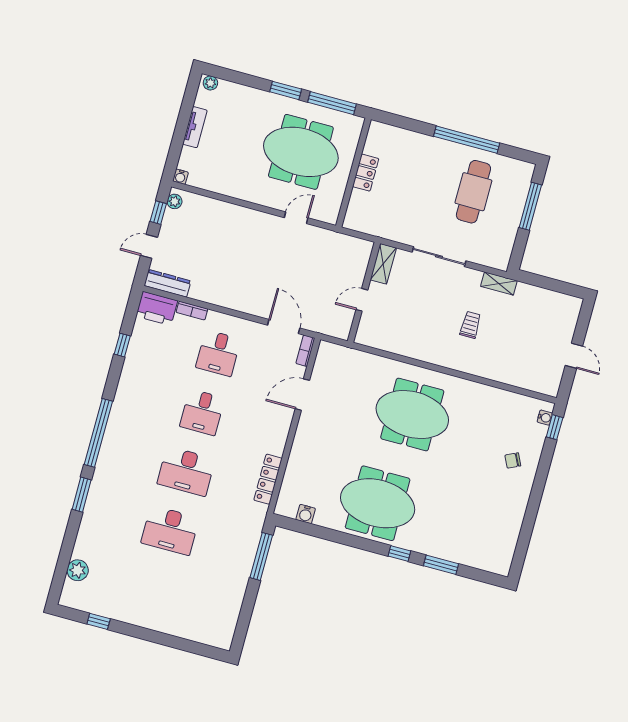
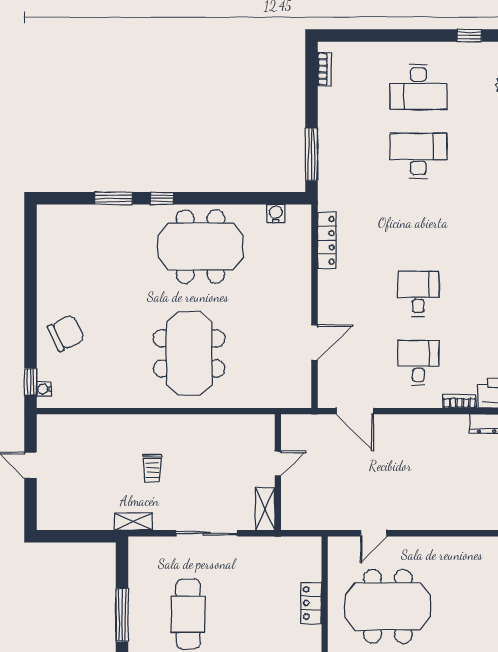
bookcase: (305, 351) -> (324, 69), moved
meeting table: (412, 414) -> (189, 353), turned 90
chair: (513, 460) -> (66, 333), width x1.87, depth x1.87
desk: (186, 471) -> (418, 87), moved, turned 180

